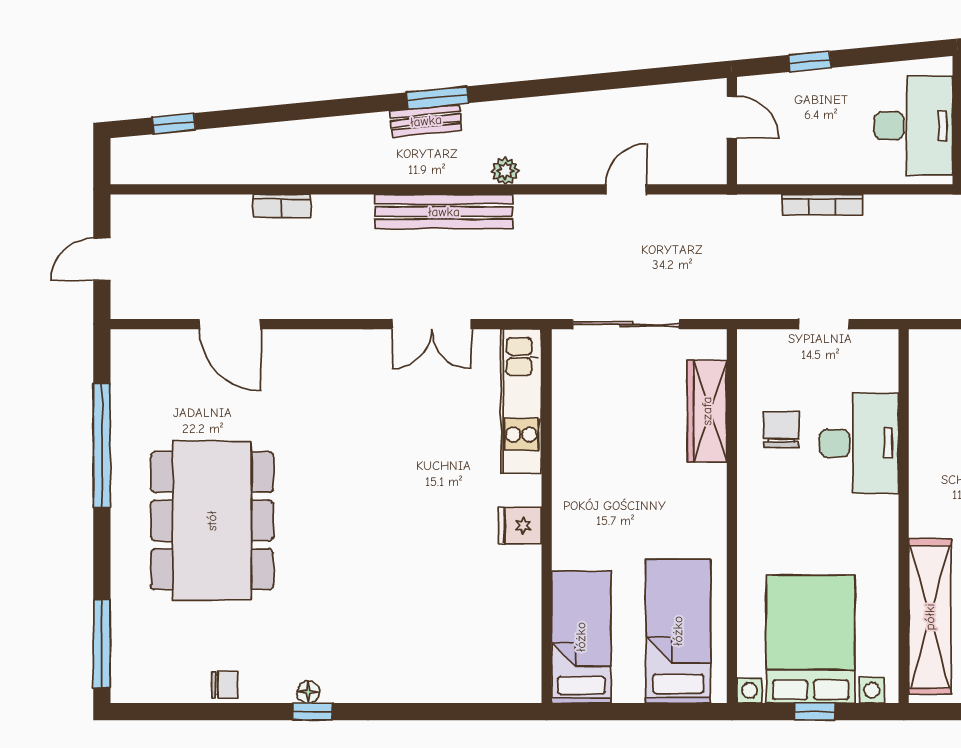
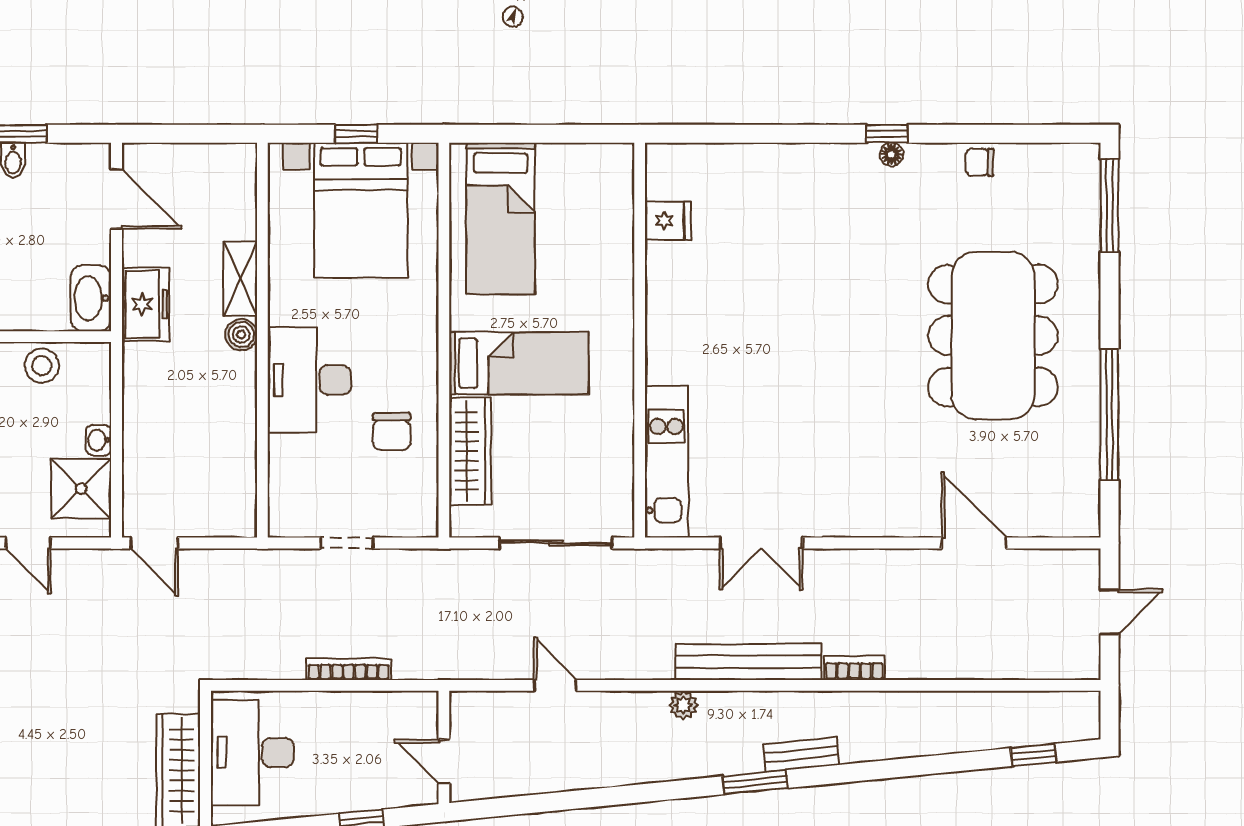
bench: (426, 121) -> (801, 755), moved
door: (626, 189) -> (555, 685), swing flipped
bookcase: (282, 206) -> (854, 668), moved
double door: (432, 324) -> (761, 543), swing flipped
desk: (859, 443) -> (309, 380), moved
boiler: (924, 521) -> (241, 335), added
fridge: (520, 526) -> (668, 221), moved
shelving: (930, 617) -> (240, 279), width x0.45, depth x0.75
bed: (581, 637) -> (519, 363), moved, turned -90

